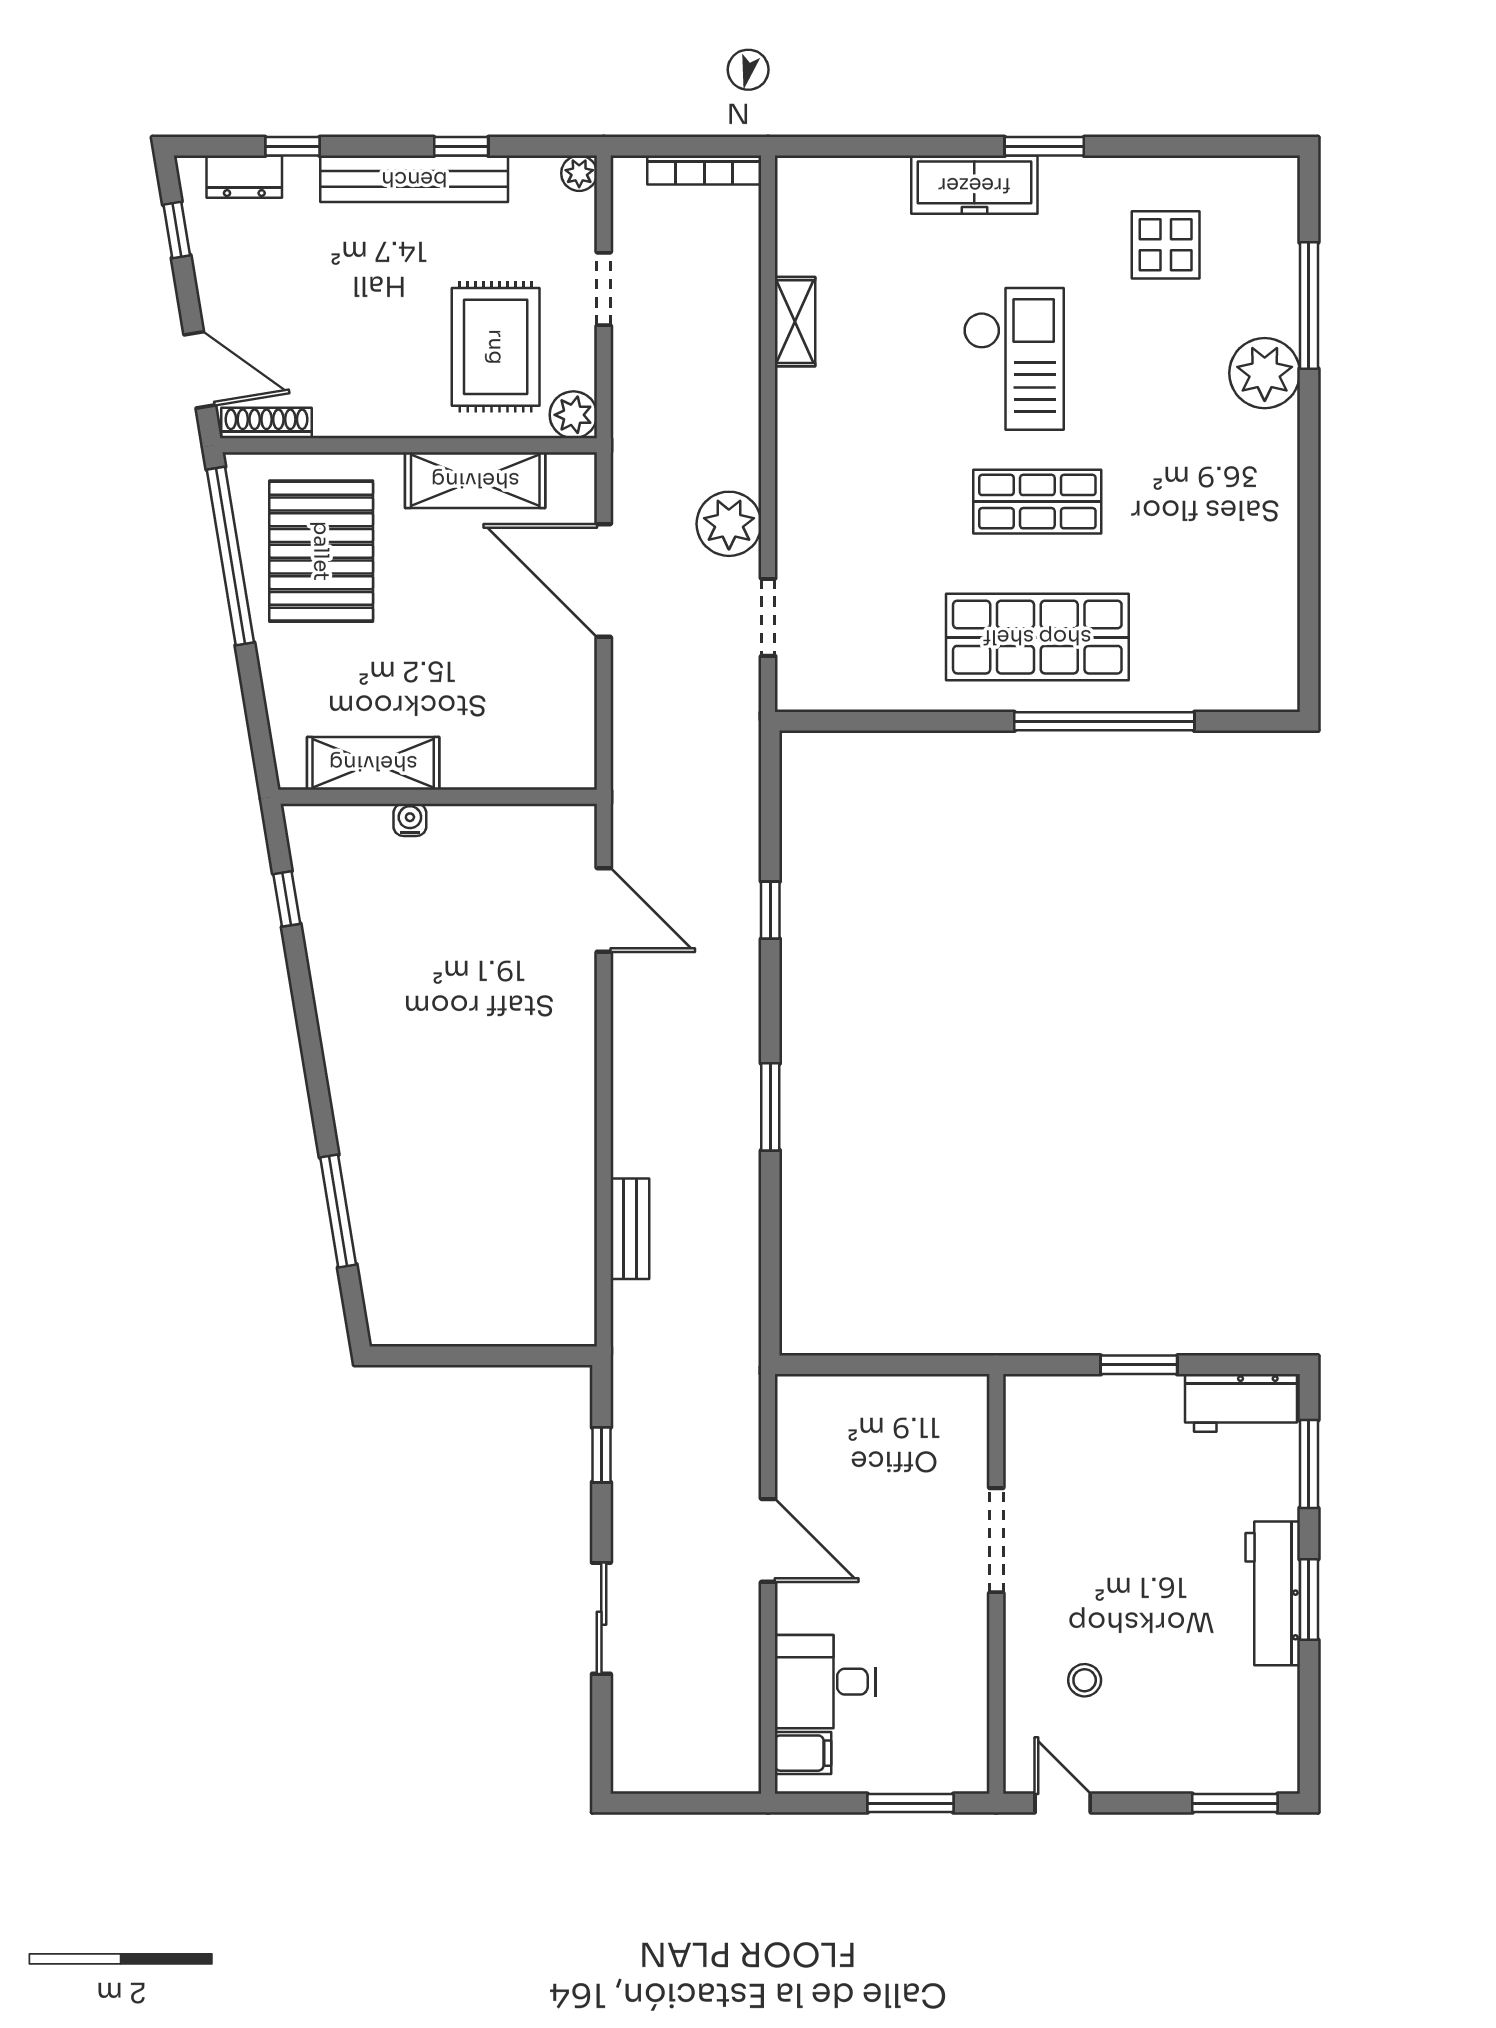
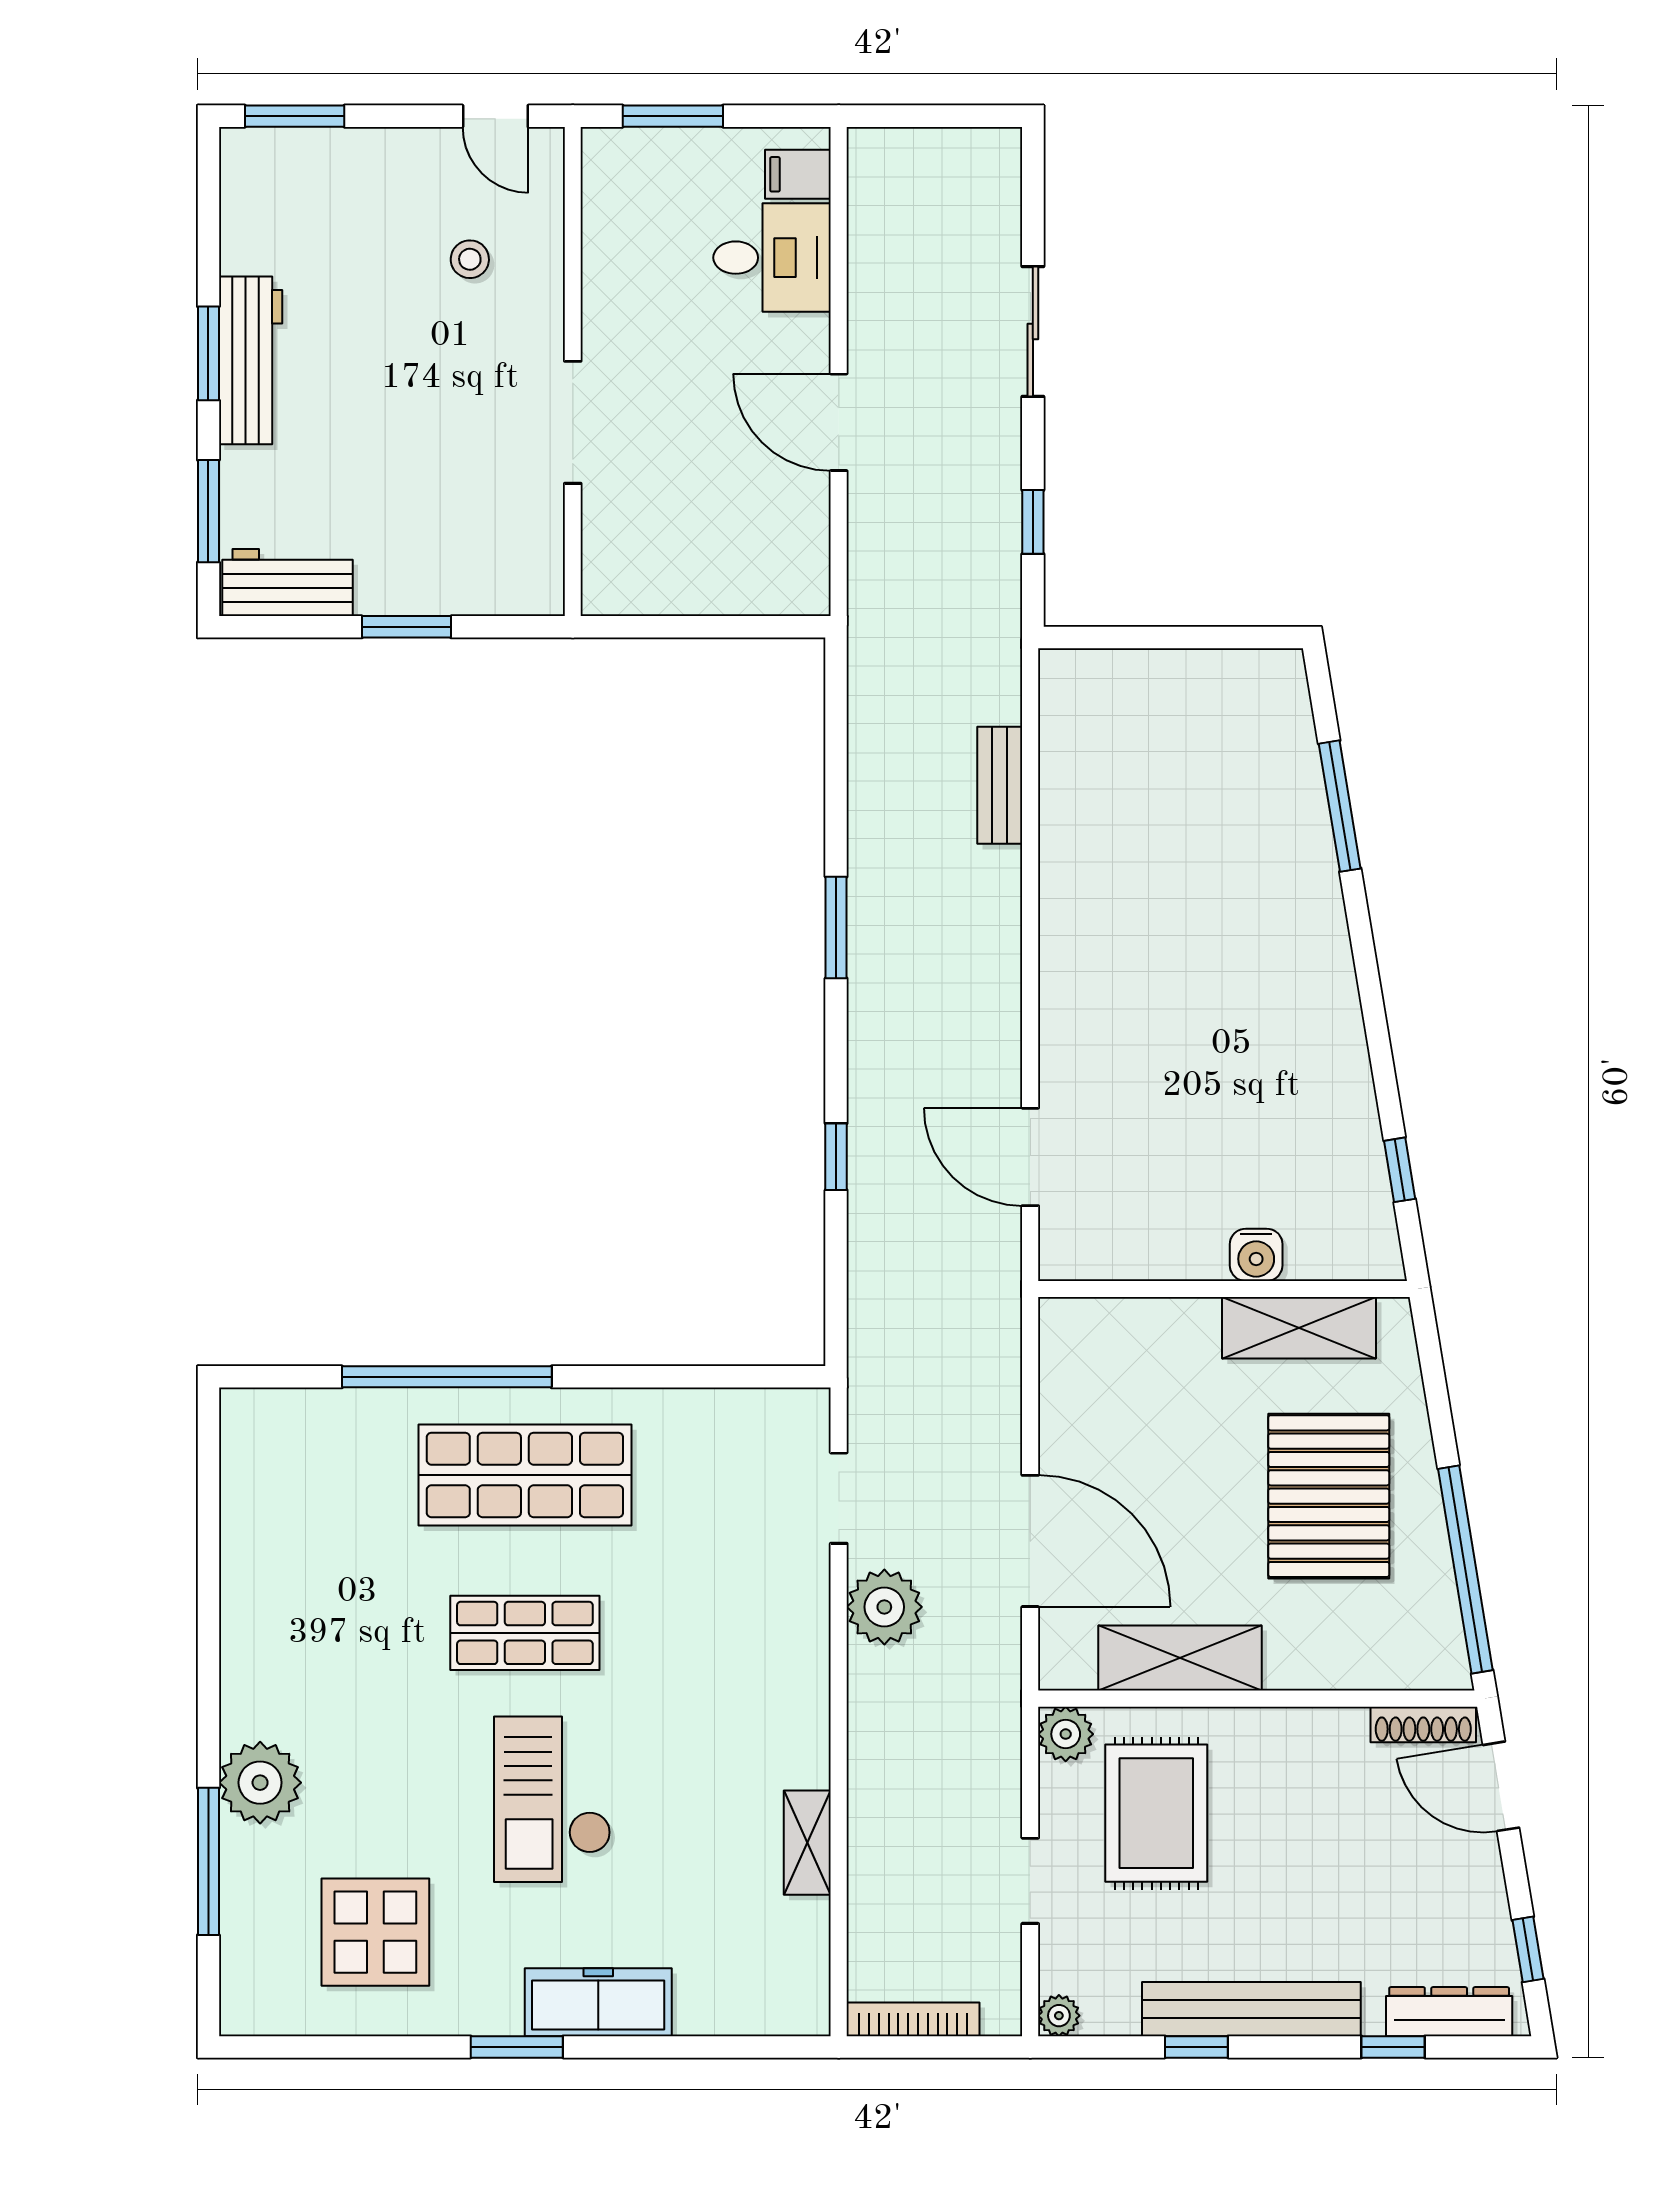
dresser: (244, 177) -> (1449, 2012), width x1.44
display table: (1166, 245) -> (375, 1932), width x1.36, depth x1.36
pallet: (321, 551) -> (1329, 1496), moved
water cooler: (410, 820) -> (1256, 1255), width x1.38, depth x1.38

